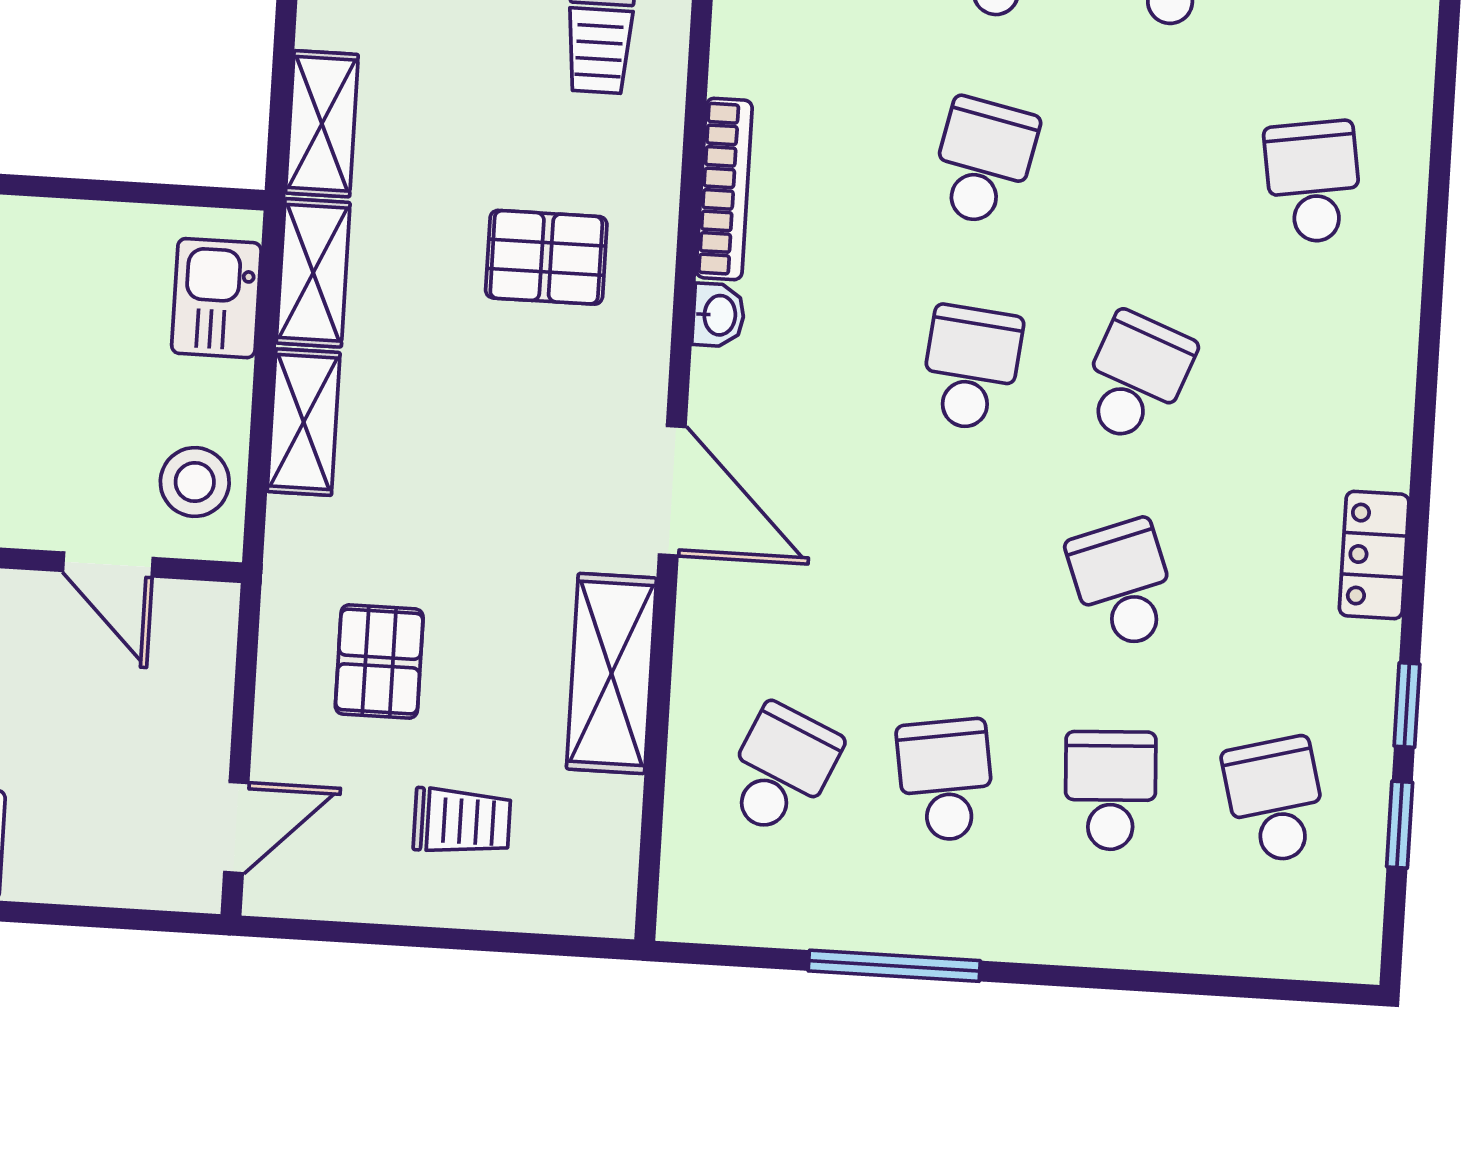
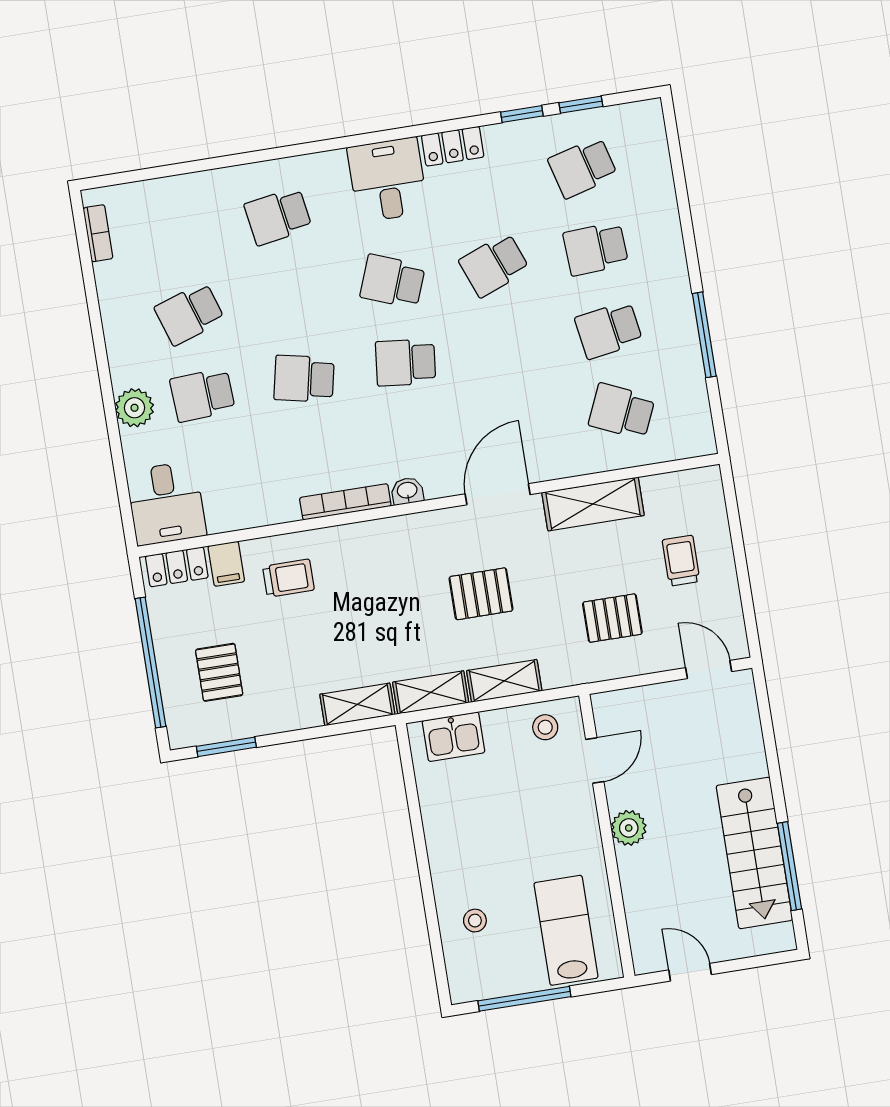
pallet: (546, 257) -> (481, 594), moved, turned 90
desk: (1337, 413) -> (388, 180), added
stool: (195, 482) -> (545, 727), width x0.73, depth x0.73

